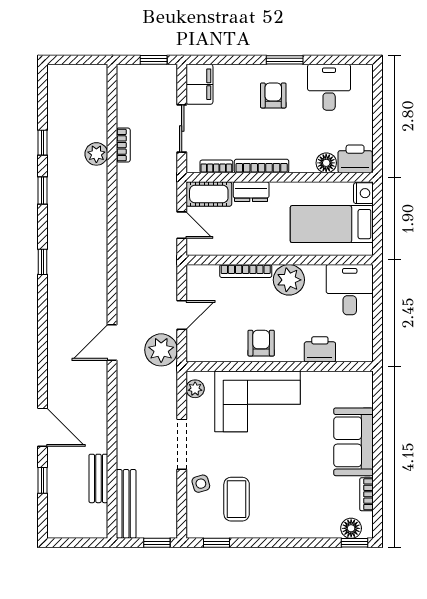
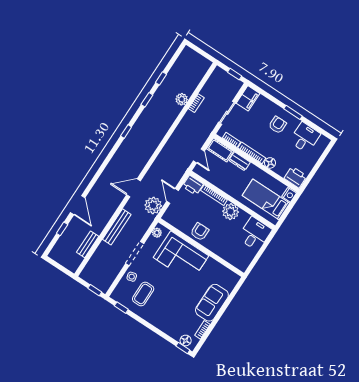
floor lamp: (326, 163) -> (270, 163), moved
door: (182, 315) -> (173, 196), swing flipped
printer: (320, 349) -> (193, 185), moved, turned 180
bench: (126, 504) -> (117, 227), moved

